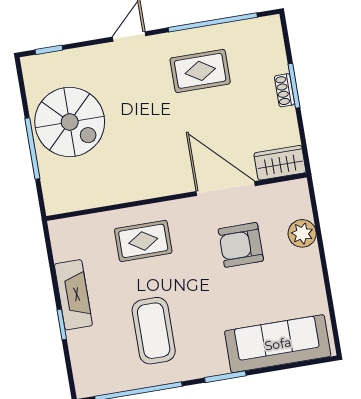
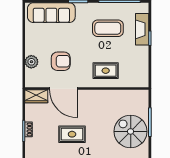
rug: (200, 71) -> (72, 134), moved
fireplace: (73, 295) -> (142, 29), moved
coffee table: (154, 331) -> (108, 28), turned 90

